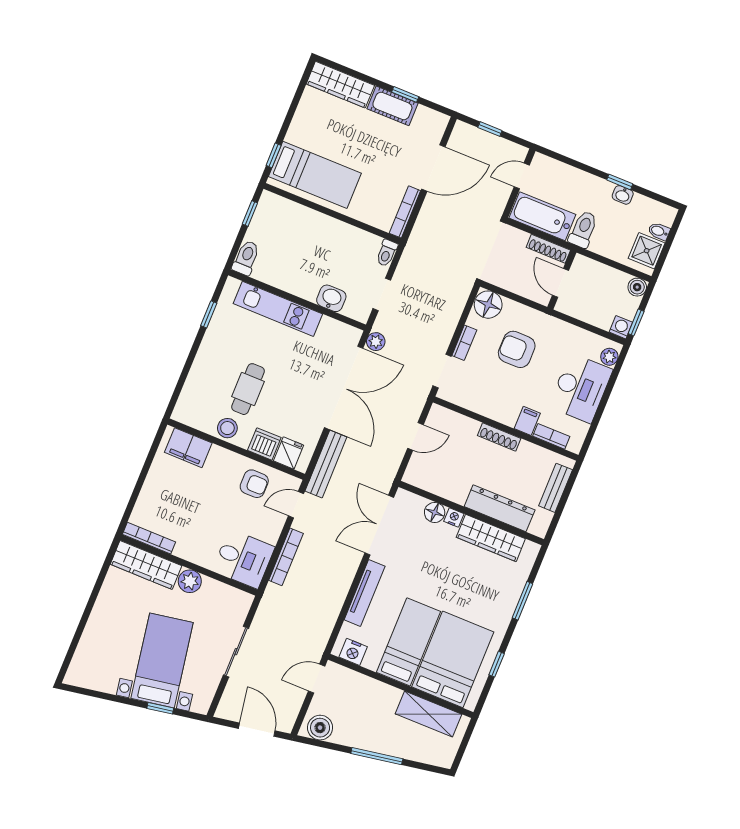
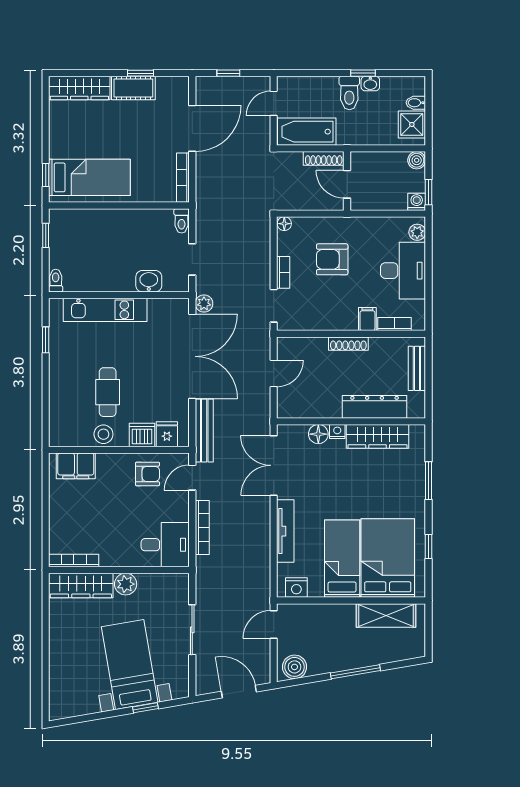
toilet: (583, 229) -> (349, 93), moved, turned 180
toilet: (246, 258) -> (56, 281), width x0.73, depth x0.72
floor lamp: (488, 305) -> (284, 224), width x0.53, depth x0.53

